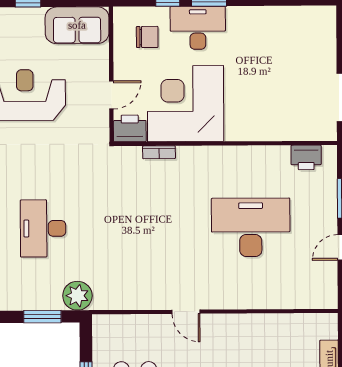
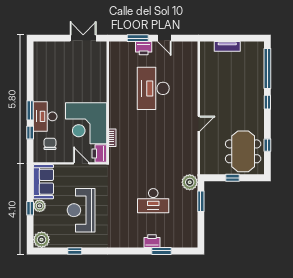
plant: (32, 18) -> (40, 206), added
printer: (306, 157) -> (144, 48), moved, turned 90

